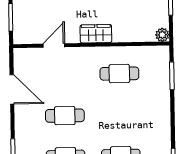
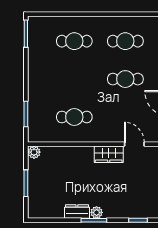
wardrobe: (96, 34) -> (109, 154), moved
door: (54, 45) -> (134, 144), swing flipped

